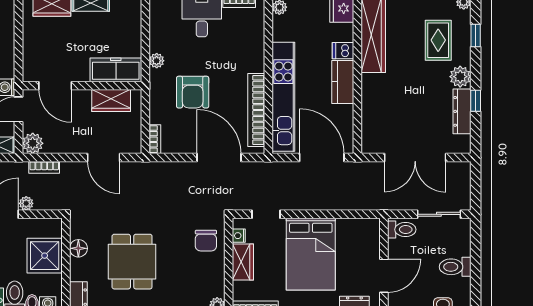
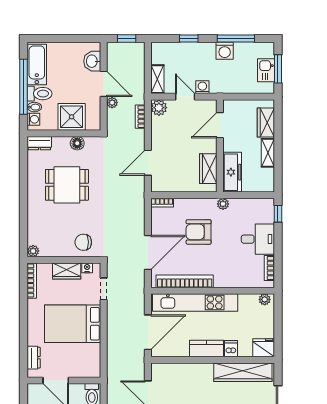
freezer: (116, 70) -> (232, 172), moved
door: (55, 86) -> (220, 125), moved
wall: (82, 86) -> (220, 146), moved
wardrobe: (111, 101) -> (208, 169), moved

